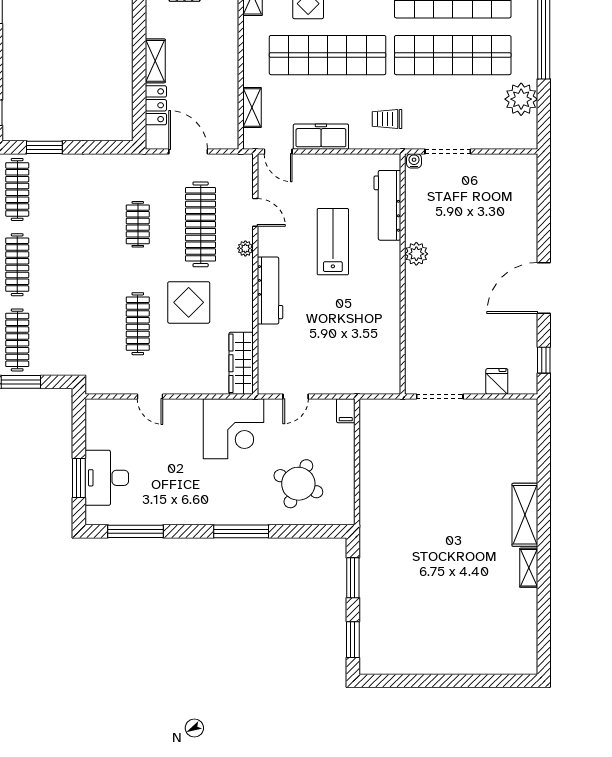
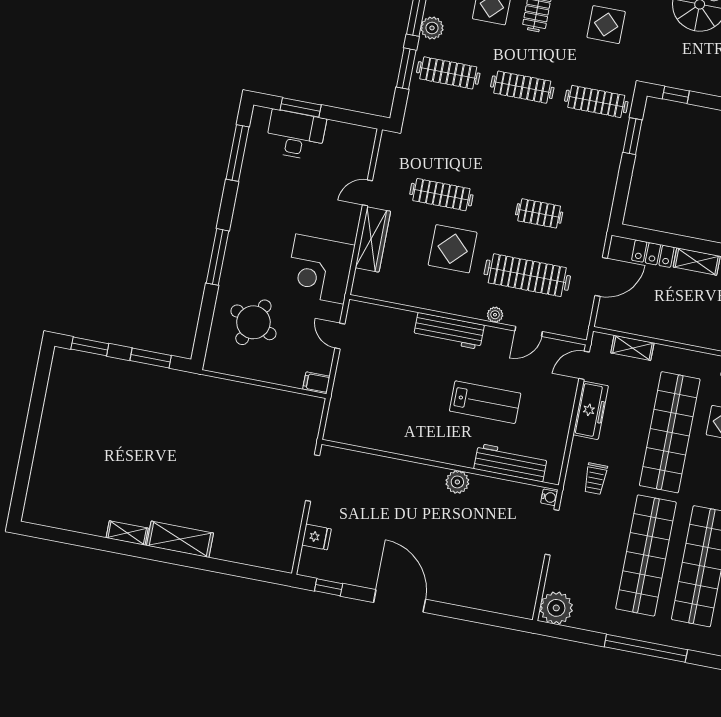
plant: (521, 99) -> (556, 608), moved
trolley: (387, 119) -> (595, 479), turned 180
wardrobe: (241, 363) -> (373, 239), moved, turned 90

